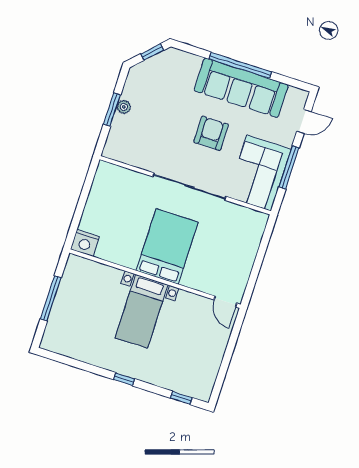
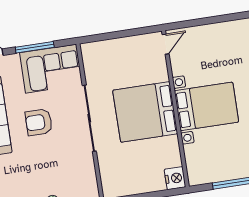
bed: (167, 246) -> (145, 112), width x1.36
bed with nightstands: (142, 311) -> (206, 106), width x1.36

